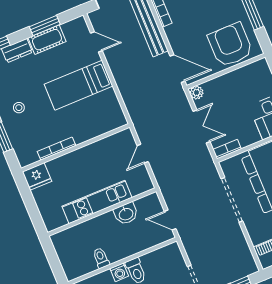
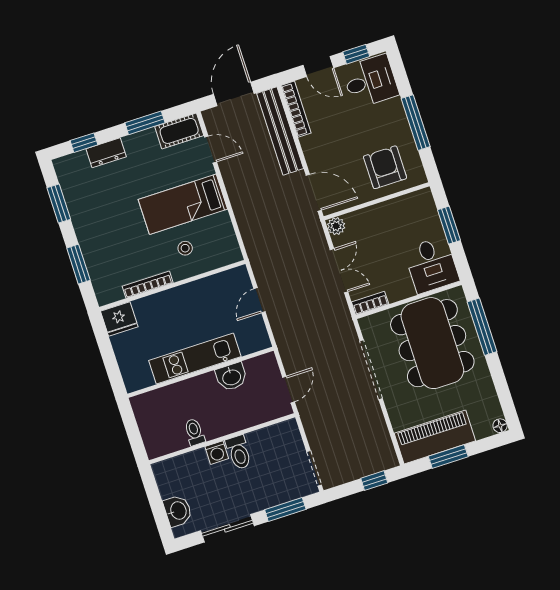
cot: (47, 40) -> (179, 131), moved
armchair: (230, 45) -> (385, 167), width x0.73, depth x0.73
stool: (19, 108) -> (185, 248), moved
door: (170, 220) -> (288, 390), swing flipped

